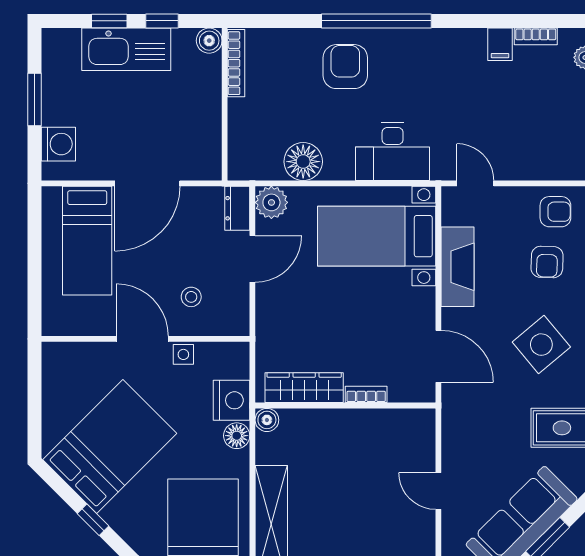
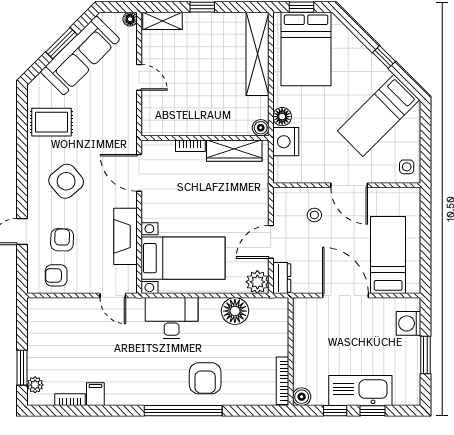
door: (147, 183) -> (345, 295), hinge flipped
side table: (183, 354) -> (407, 167), moved
bed: (110, 447) -> (379, 115), width x0.67

